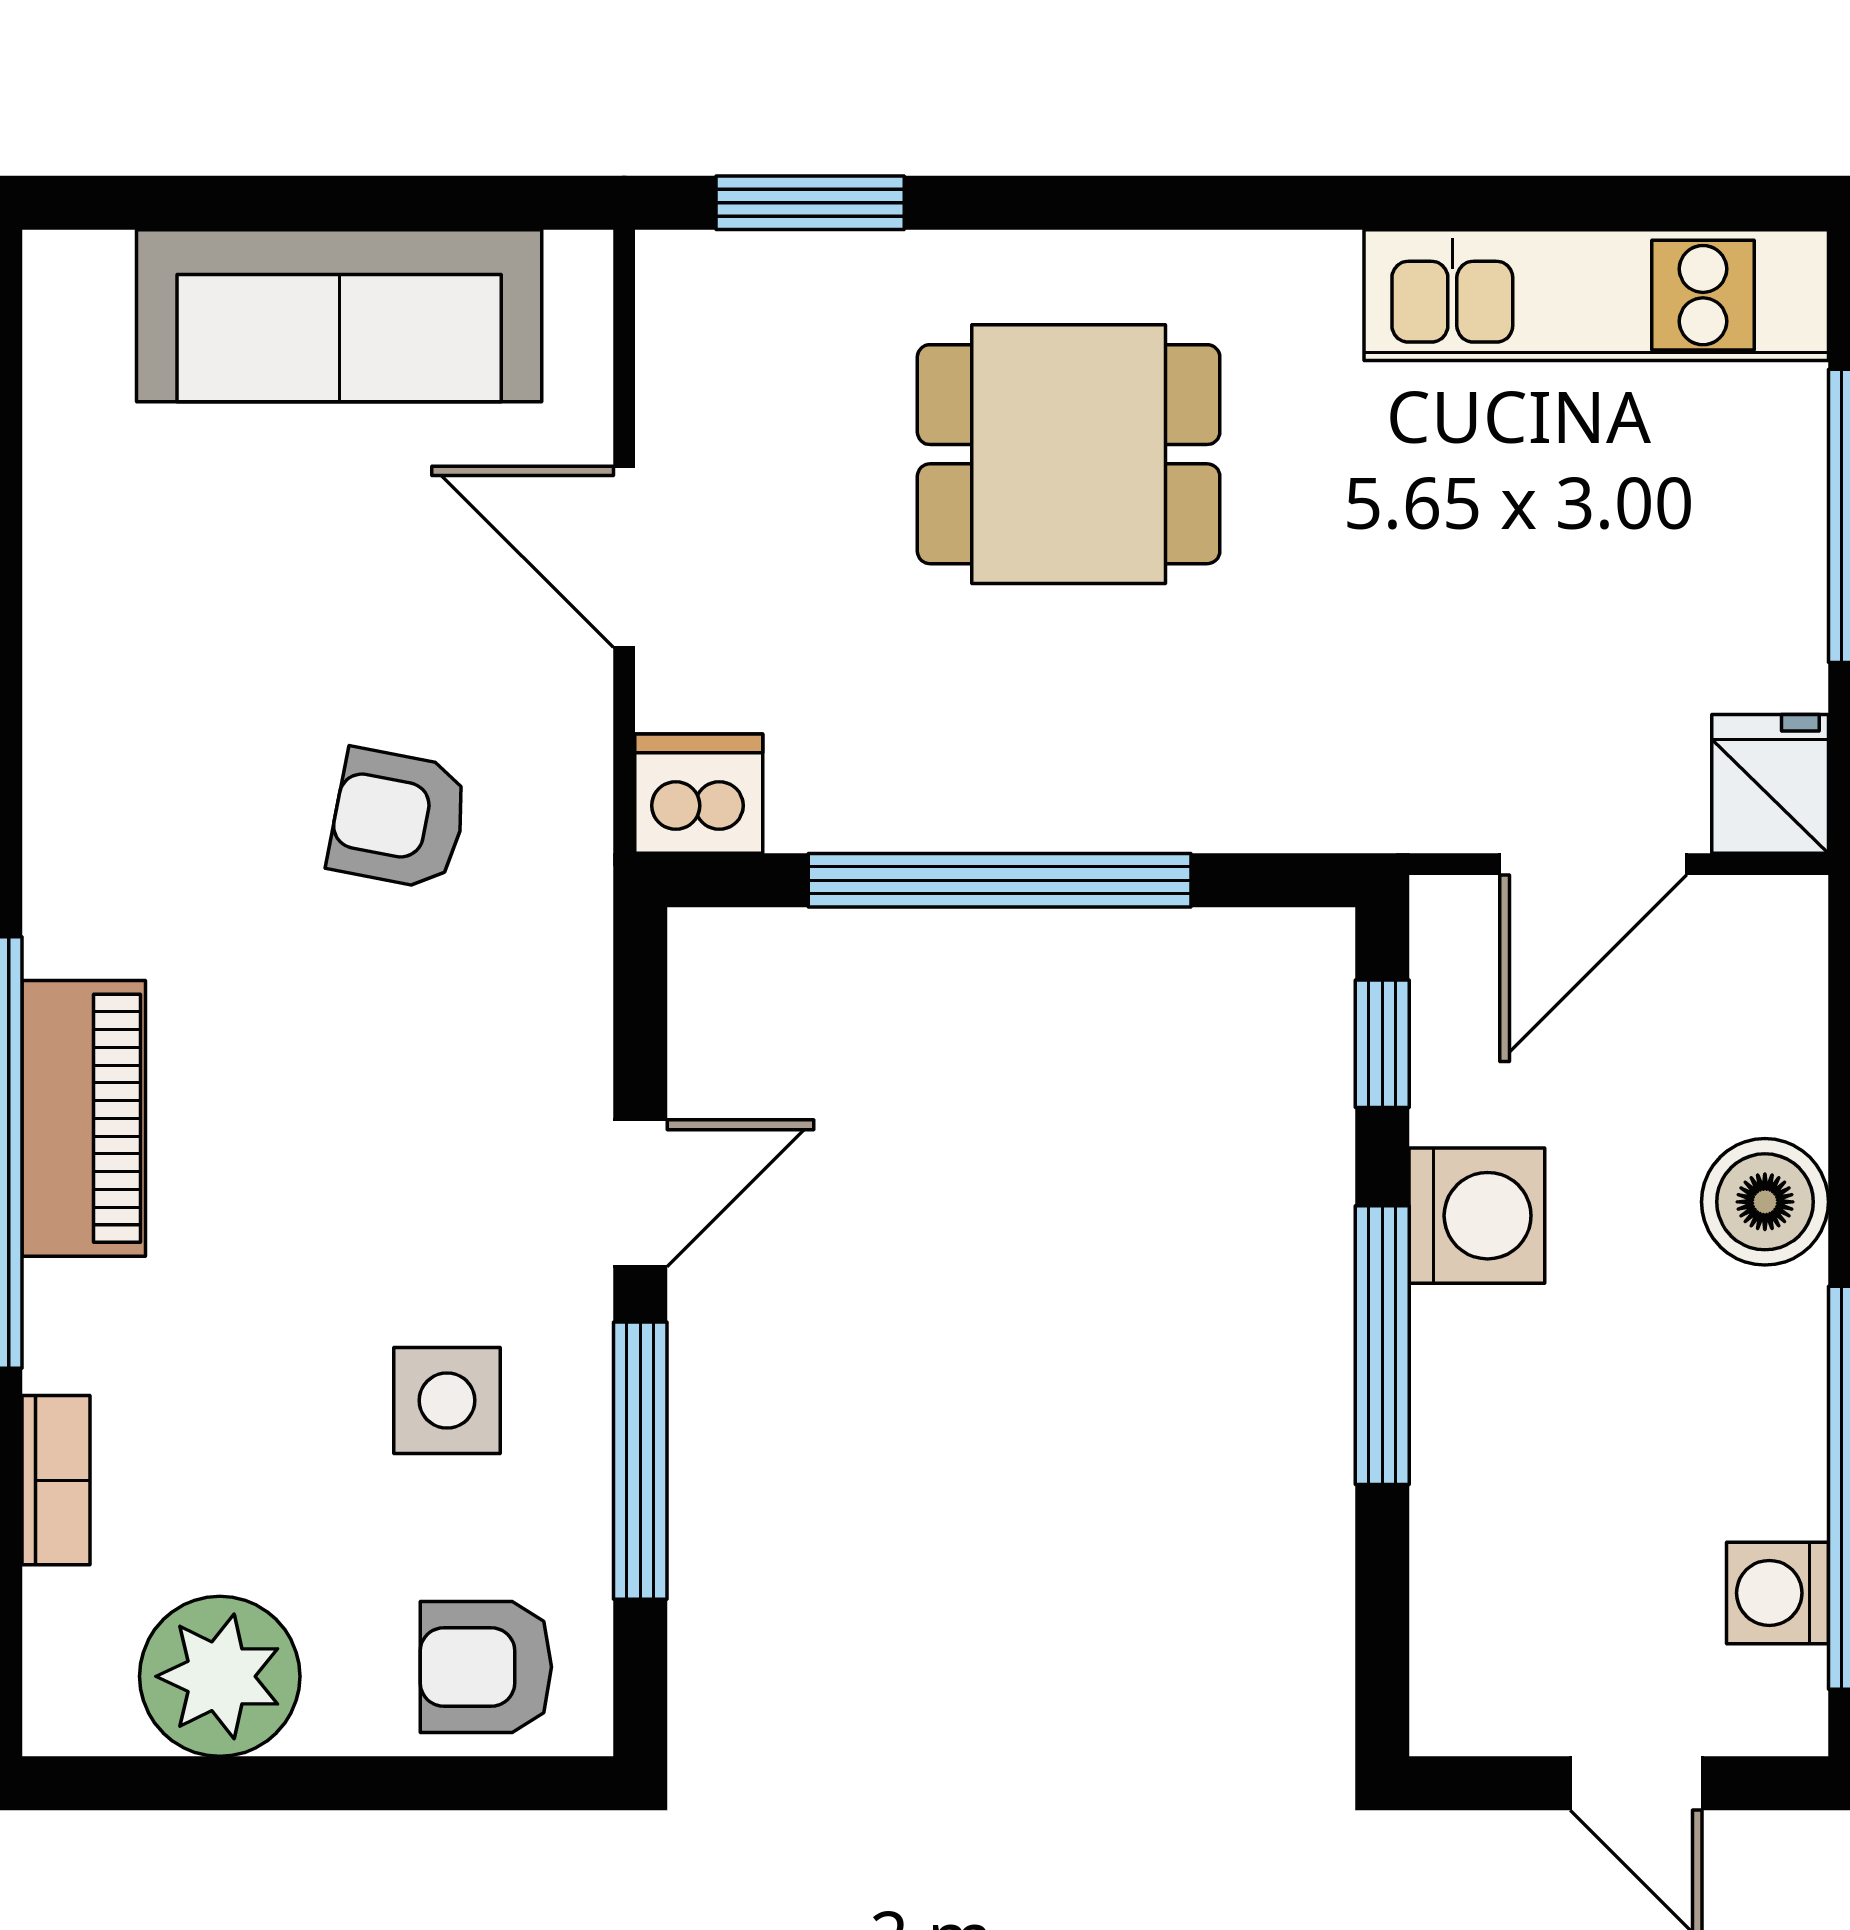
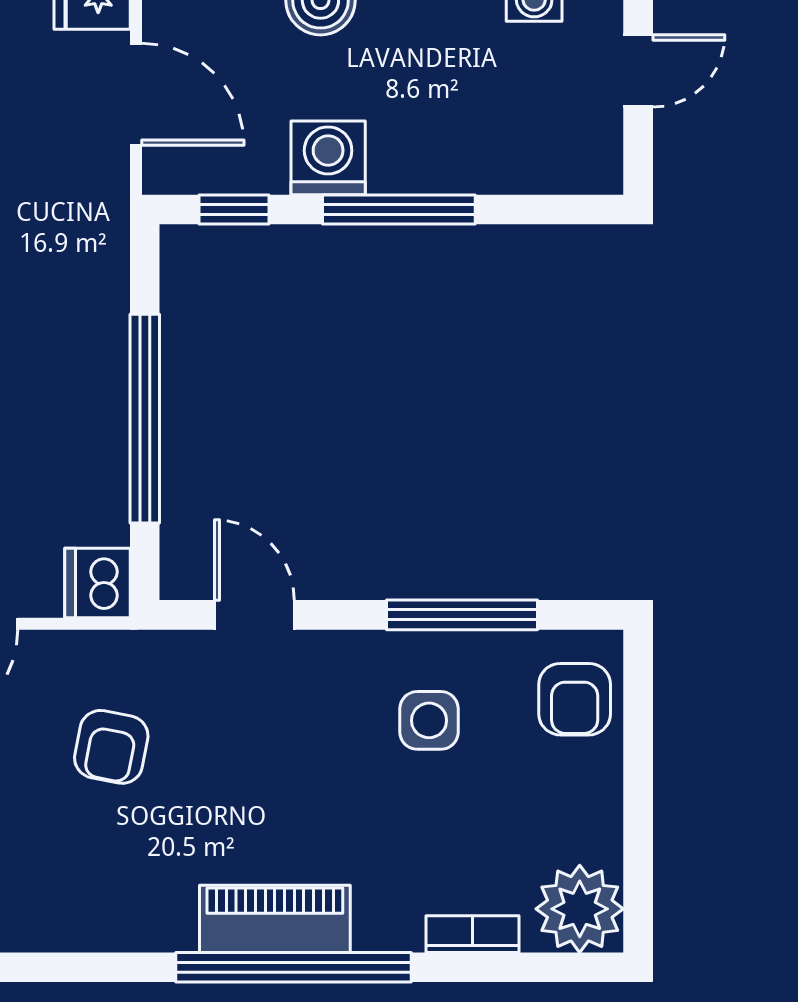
door: (640, 1193) -> (254, 615), moved
plant: (220, 1676) -> (580, 909), moved

